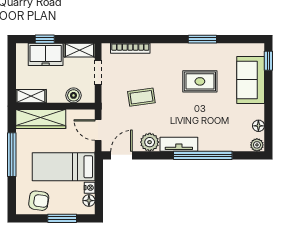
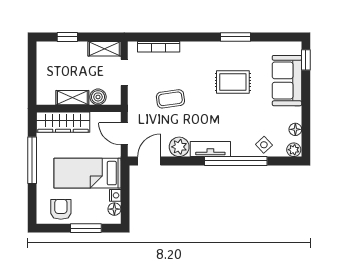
freezer: (46, 54) -> (68, 53), removed
shelving: (31, 96) -> (72, 98), moved
side table: (229, 140) -> (264, 145), added
armchair: (39, 201) -> (61, 209), turned -98

